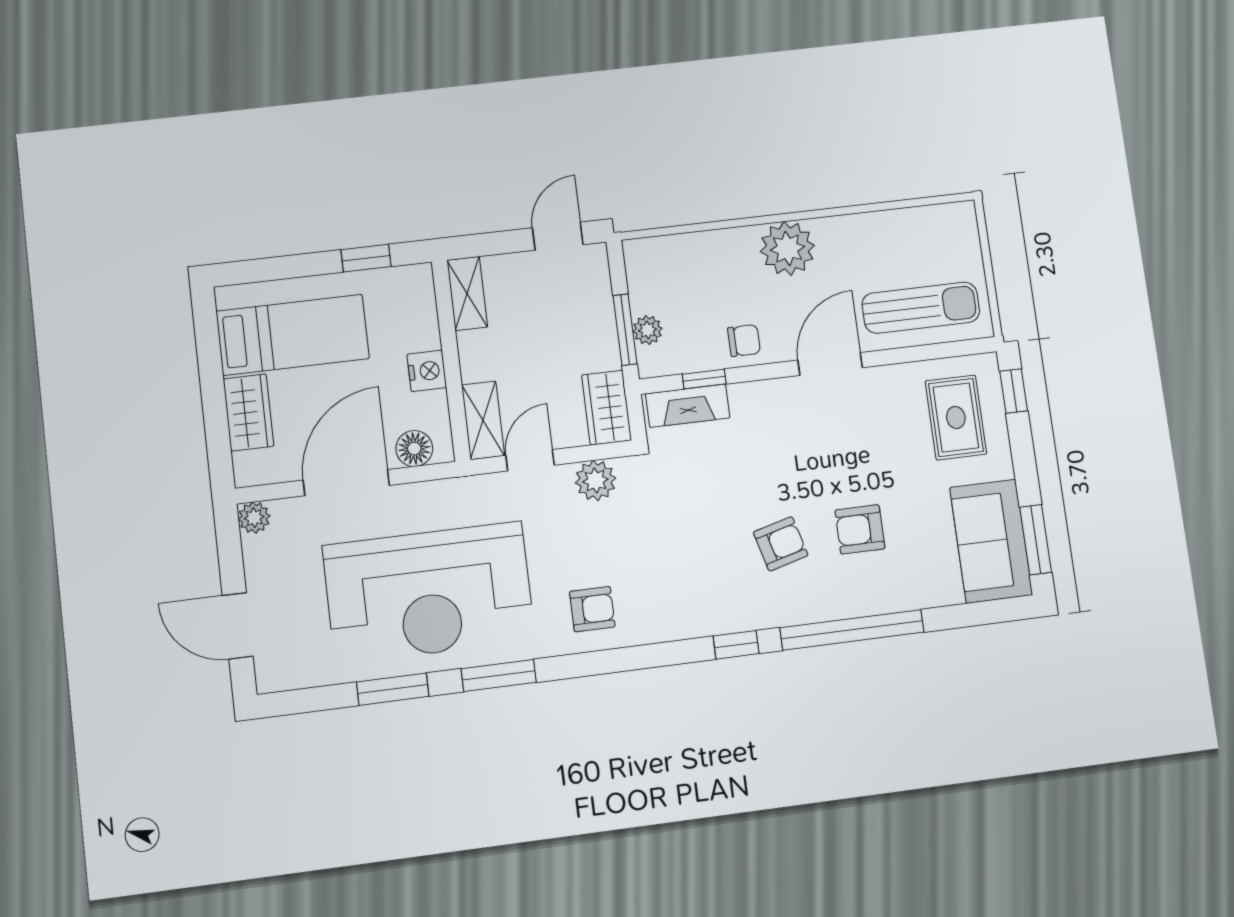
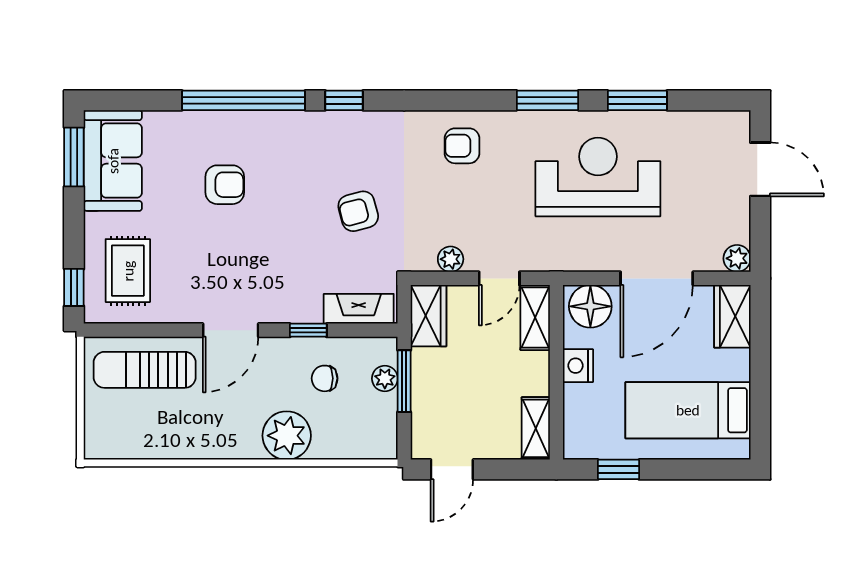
plant: (787, 248) -> (287, 436), moved
chair: (744, 340) -> (325, 378), moved
window: (704, 379) -> (308, 330), moved
wardrobe: (249, 412) -> (732, 316), moved
floor lamp: (414, 449) -> (590, 306), width x1.38, depth x1.38
plant: (595, 480) -> (451, 259), width x0.73, depth x0.73
armchair: (781, 544) -> (358, 211), moved
reception desk: (429, 593) -> (598, 177), width x0.74, depth x0.77

